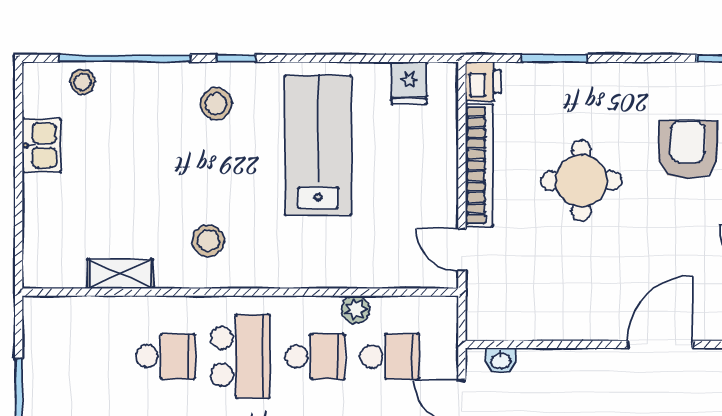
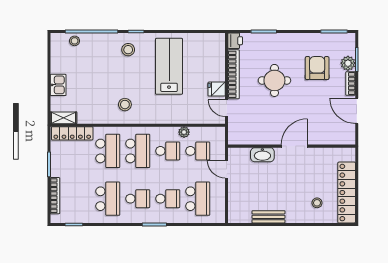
fridge: (409, 83) -> (217, 89), moved, turned 90
kitchen sink: (42, 145) -> (58, 85), moved
shelving: (120, 274) -> (64, 118), moved
locker: (77, 313) -> (72, 133), added
door: (660, 344) -> (294, 146), moved
school desk: (165, 356) -> (108, 151), width x1.85
washbasin: (501, 360) -> (262, 155), moved, width x1.91, depth x1.45

